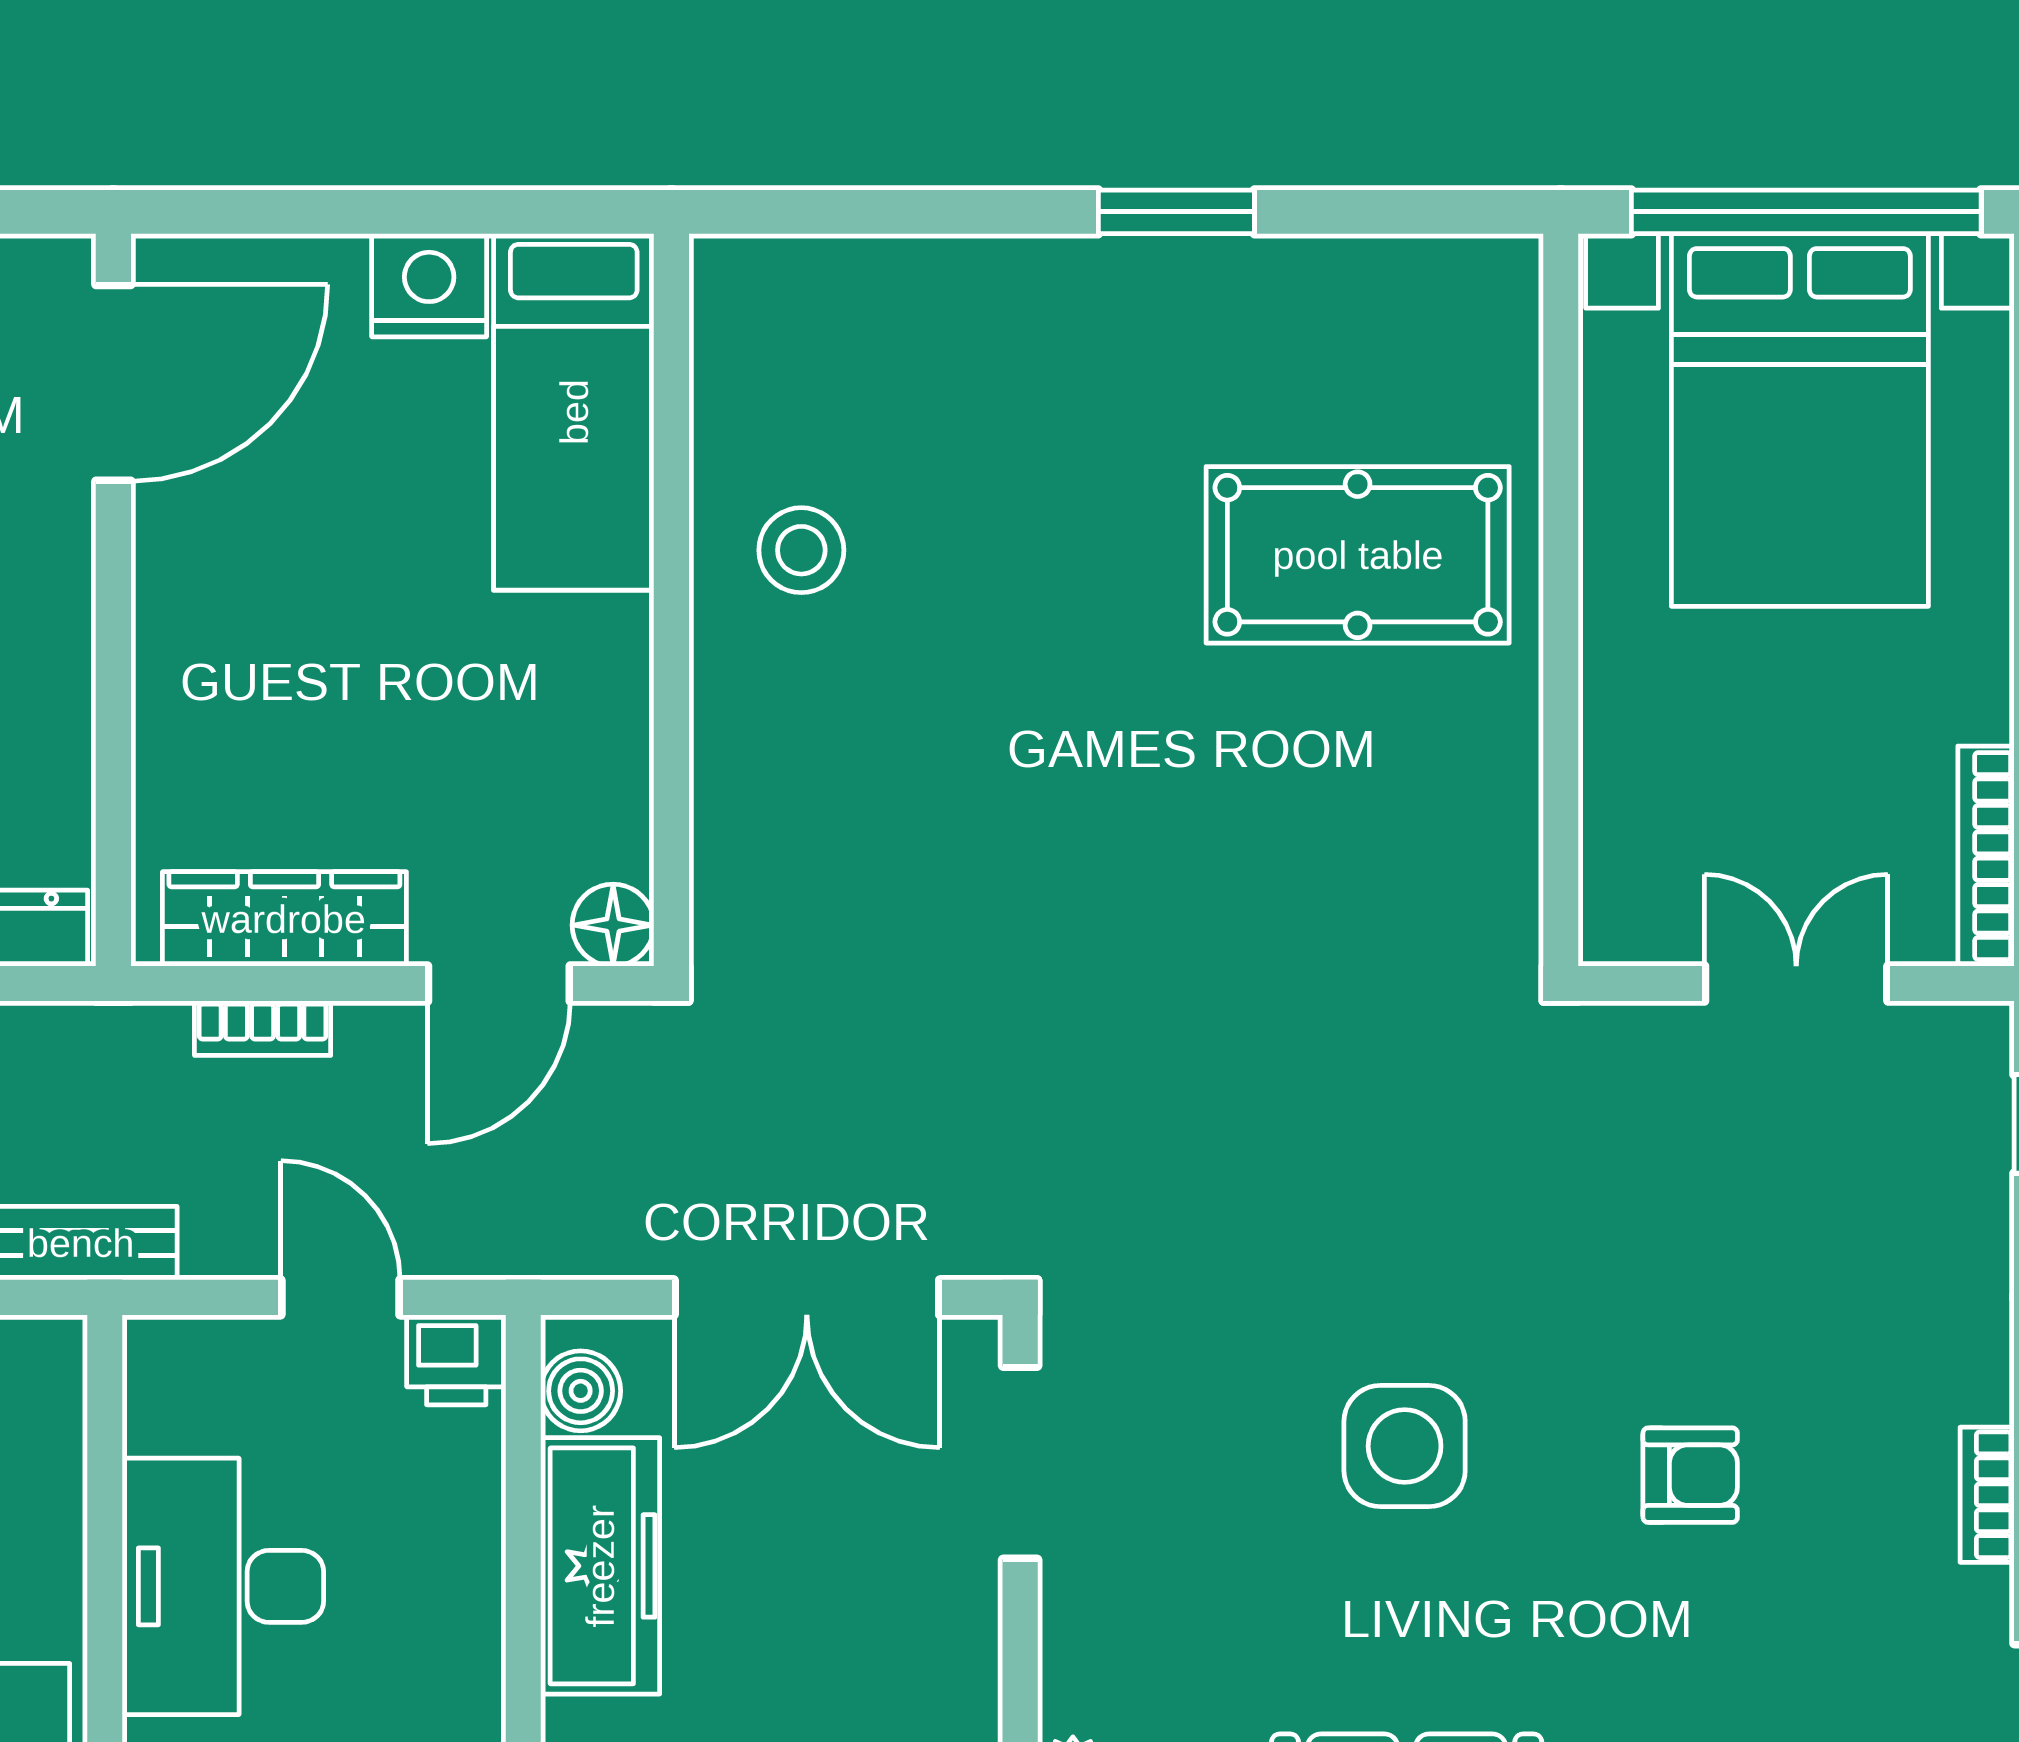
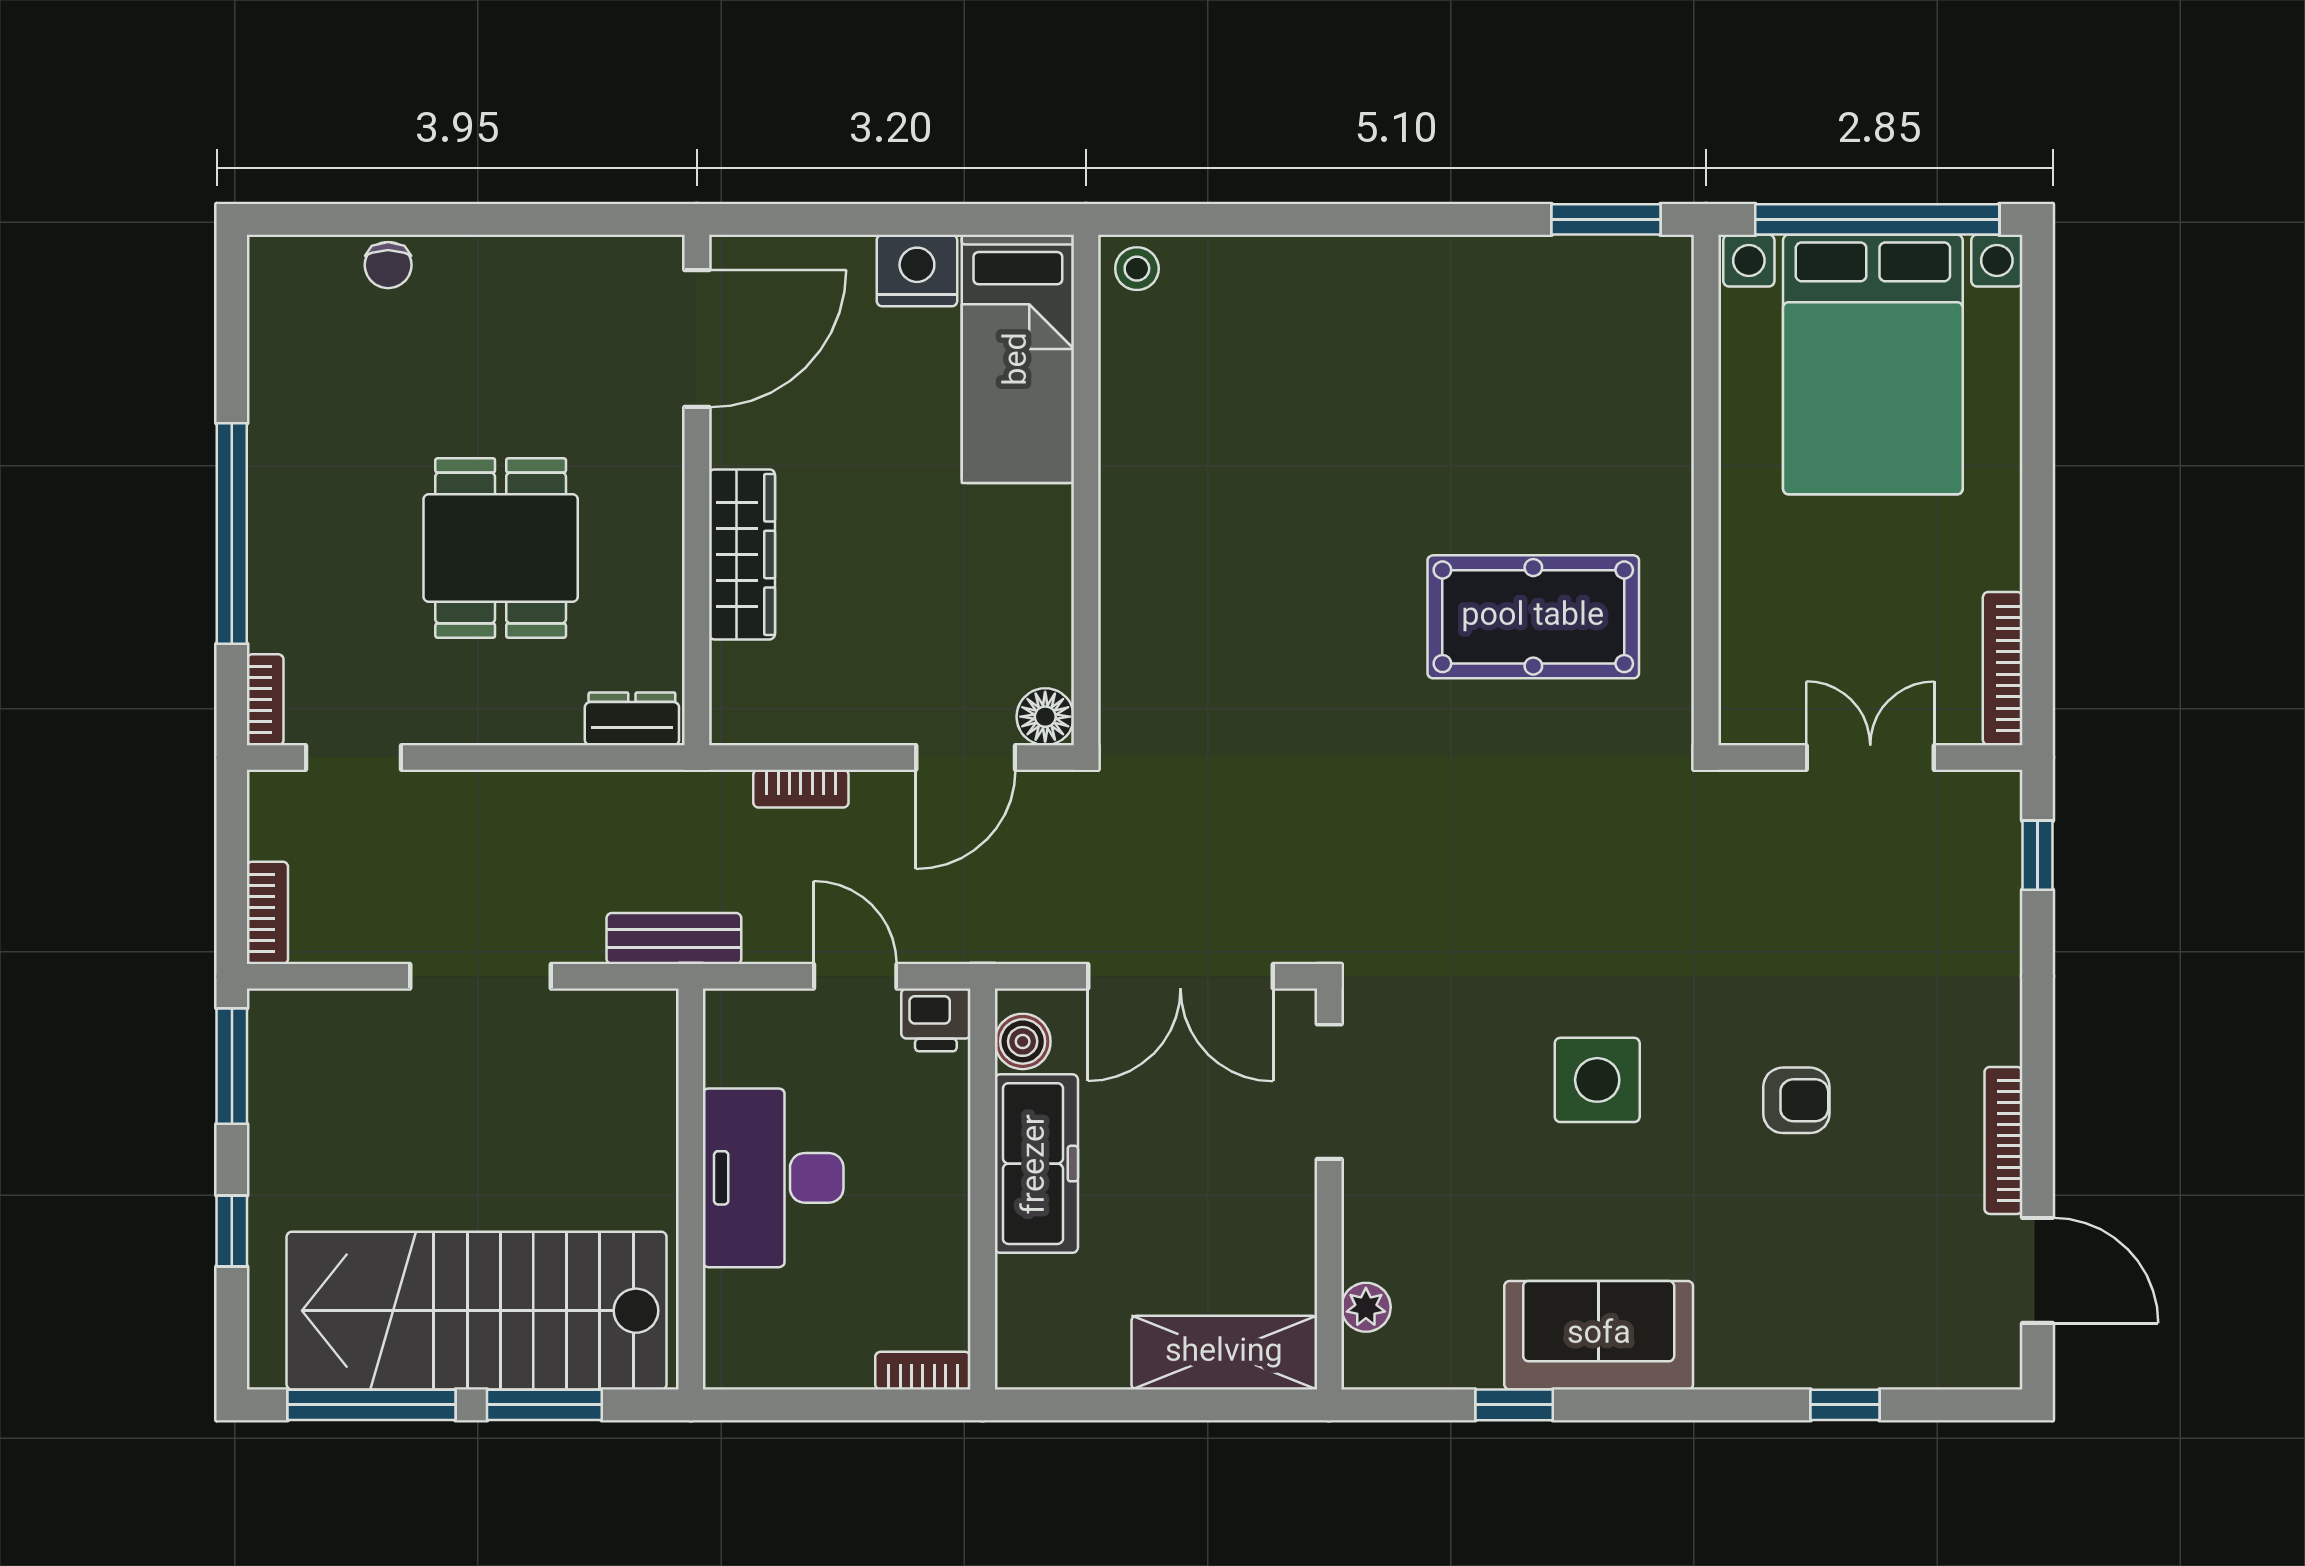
window: (1176, 212) -> (1606, 219), moved
stool: (801, 550) -> (1137, 269), moved, width x0.73, depth x0.73
pool table: (1358, 555) -> (1533, 617), moved
wardrobe: (284, 919) -> (742, 554), moved, turned 90
bookcase: (1987, 1495) -> (2003, 1140), width x1.56

